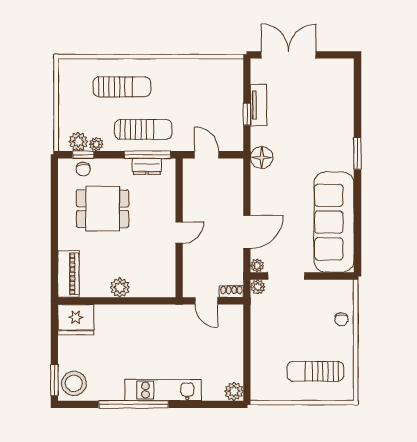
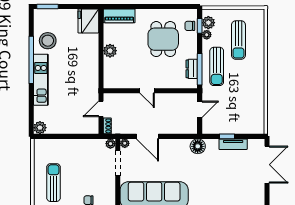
sun lounger: (122, 87) -> (238, 40), moved
stool: (74, 383) -> (48, 41), moved

